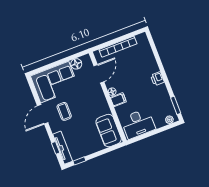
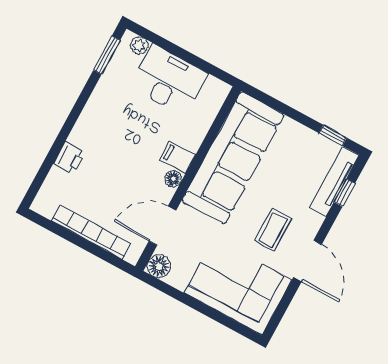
floor lamp: (76, 64) -> (159, 266), moved
printer: (157, 79) -> (69, 158), moved
door: (43, 114) -> (308, 261), hinge flipped
desk: (138, 124) -> (169, 80), moved
sofa: (109, 131) -> (233, 158), width x1.85, depth x1.27

